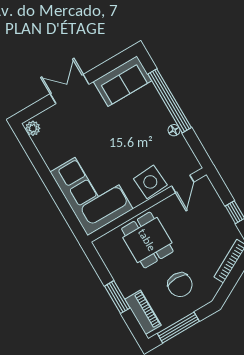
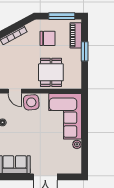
plant: (33, 128) -> (77, 144), moved
door: (183, 184) -> (15, 91), swing flipped
chair: (180, 285) -> (48, 38), turned 90

